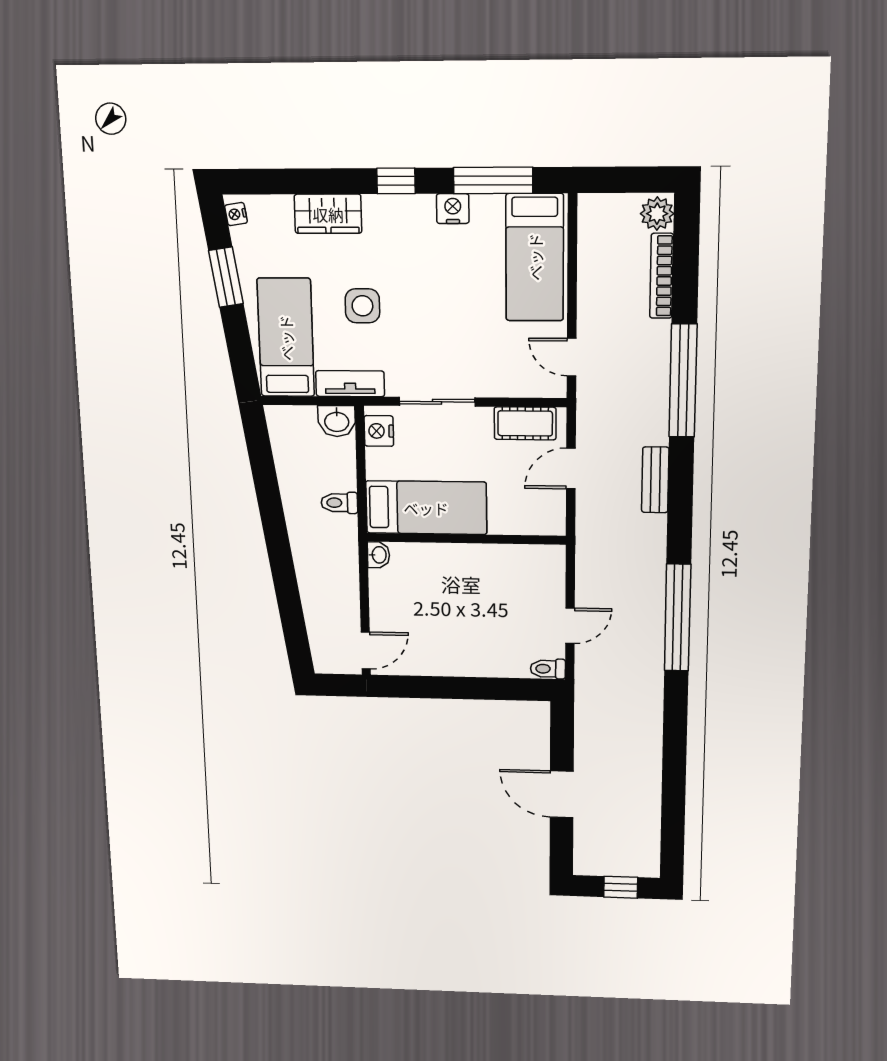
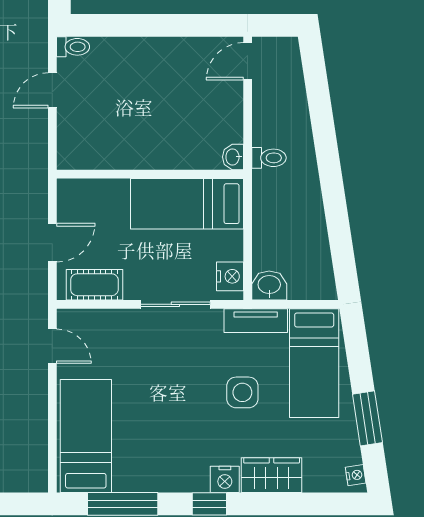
nightstand: (453, 209) -> (225, 479), moved
toilet: (339, 503) -> (269, 158), moved

